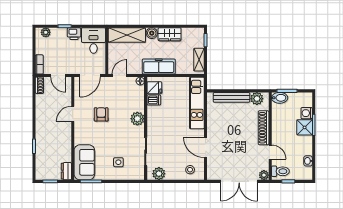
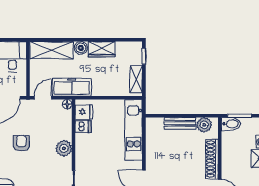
freezer: (159, 67) -> (72, 87), moved
bench: (231, 97) -> (180, 123), width x0.73

